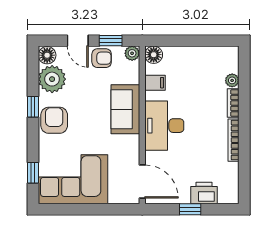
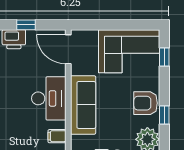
sofa: (125, 109) -> (83, 105), width x1.36
armchair: (54, 120) -> (146, 103), turned 90

